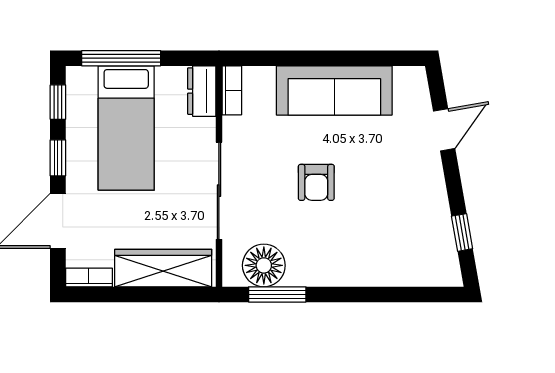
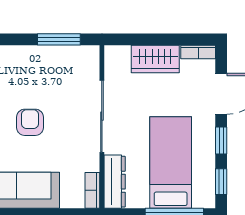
dresser: (202, 91) -> (115, 182), width x1.44
floor lamp: (264, 265) -> (69, 61), removed
wardrobe: (163, 268) -> (155, 59), width x0.67

